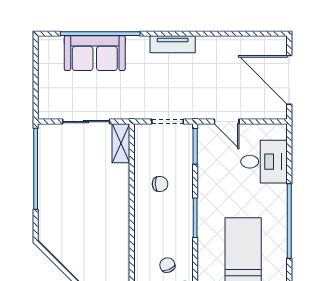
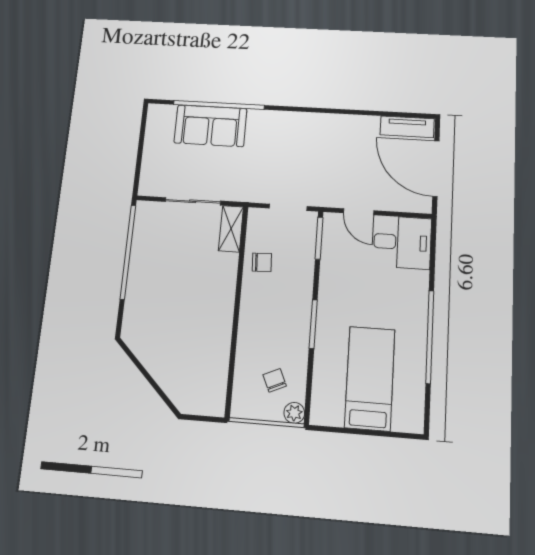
tv unit: (173, 44) -> (407, 127), moved
desk: (264, 162) -> (402, 242), moved
chair: (160, 184) -> (262, 262), moved

